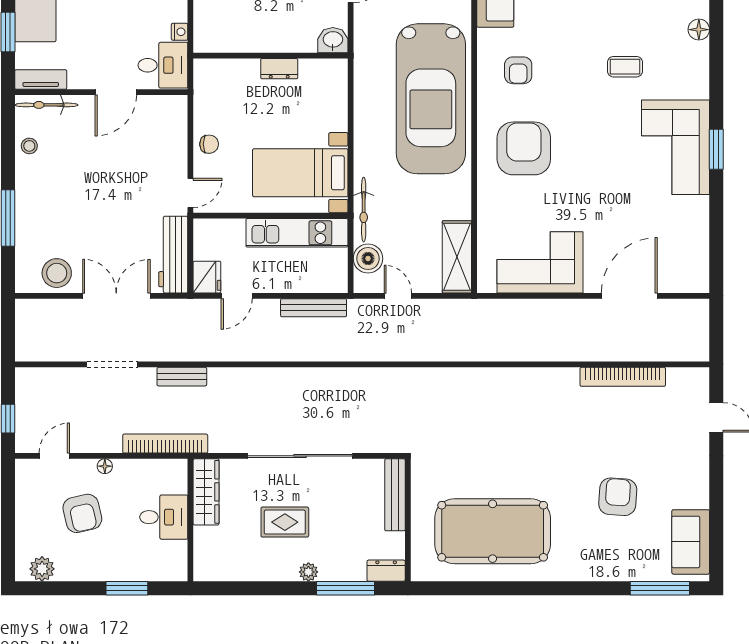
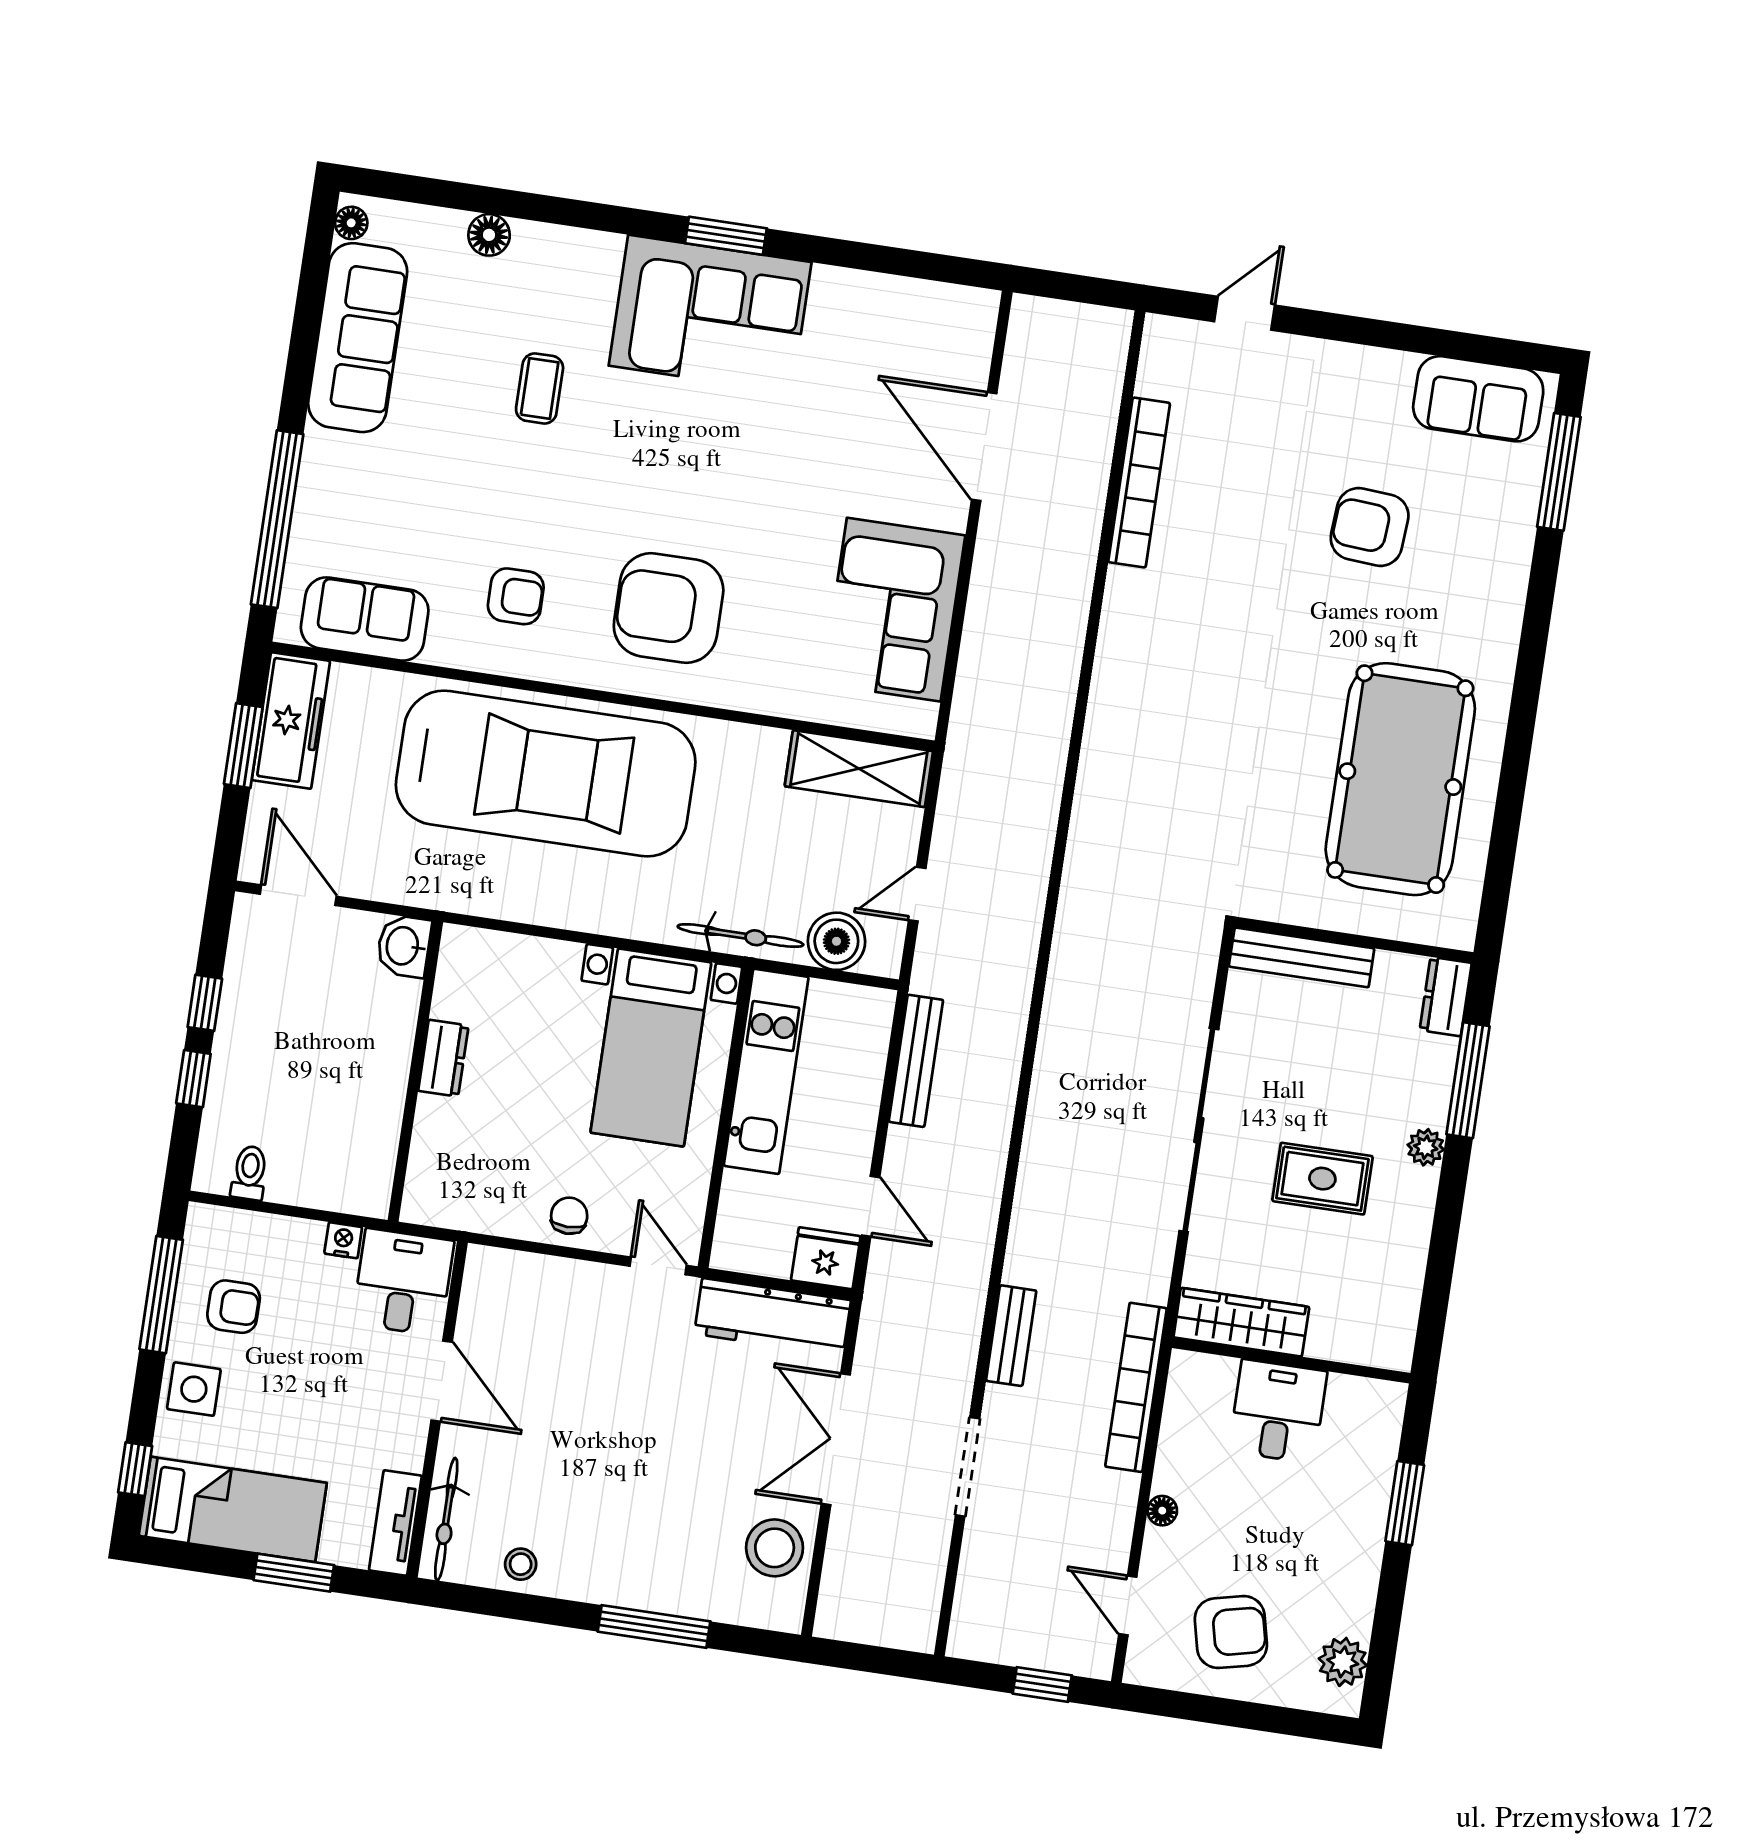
armchair: (82, 513) -> (1231, 1632), moved
rug: (285, 522) -> (1322, 1179), turned 90

